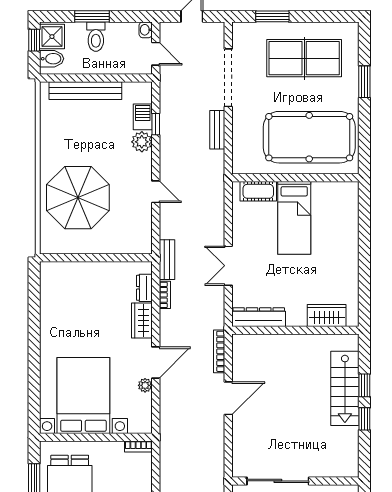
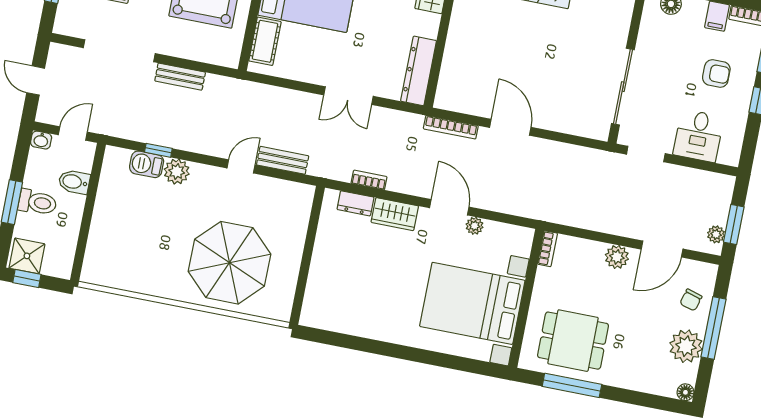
bidet: (52, 59) -> (74, 182), moved, turned -90
bench: (85, 91) -> (101, 228), removed
bench: (167, 260) -> (283, 160), moved

